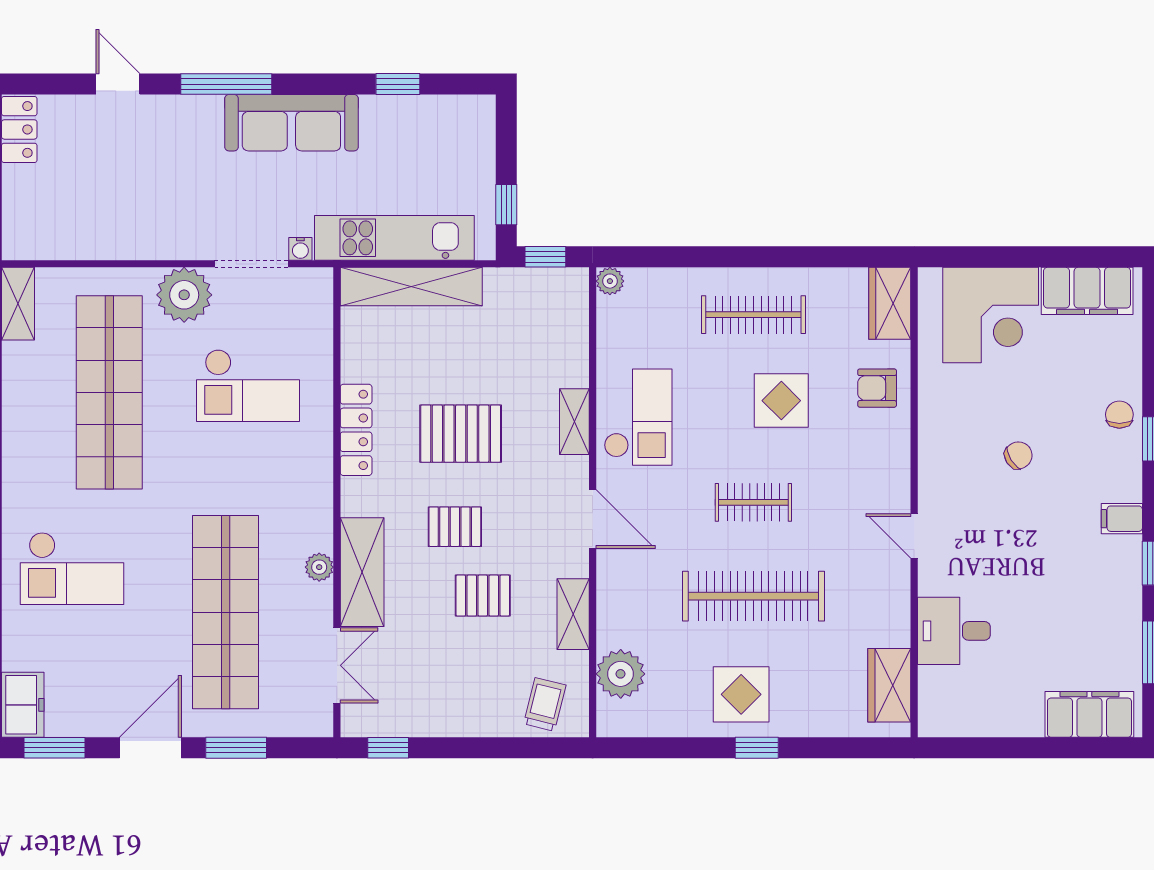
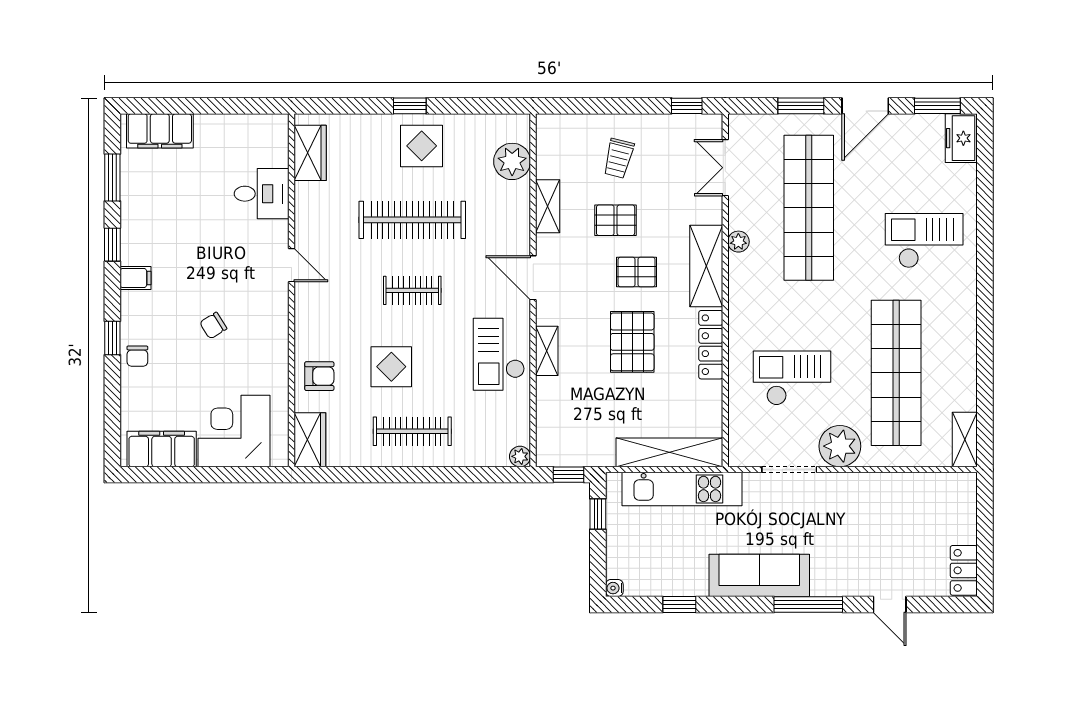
water cooler: (300, 249) -> (614, 588), moved, turned -90
pallet: (461, 434) -> (632, 342), turned 90
shelving: (362, 572) -> (706, 266), moved
trolley: (545, 704) -> (619, 158), moved

